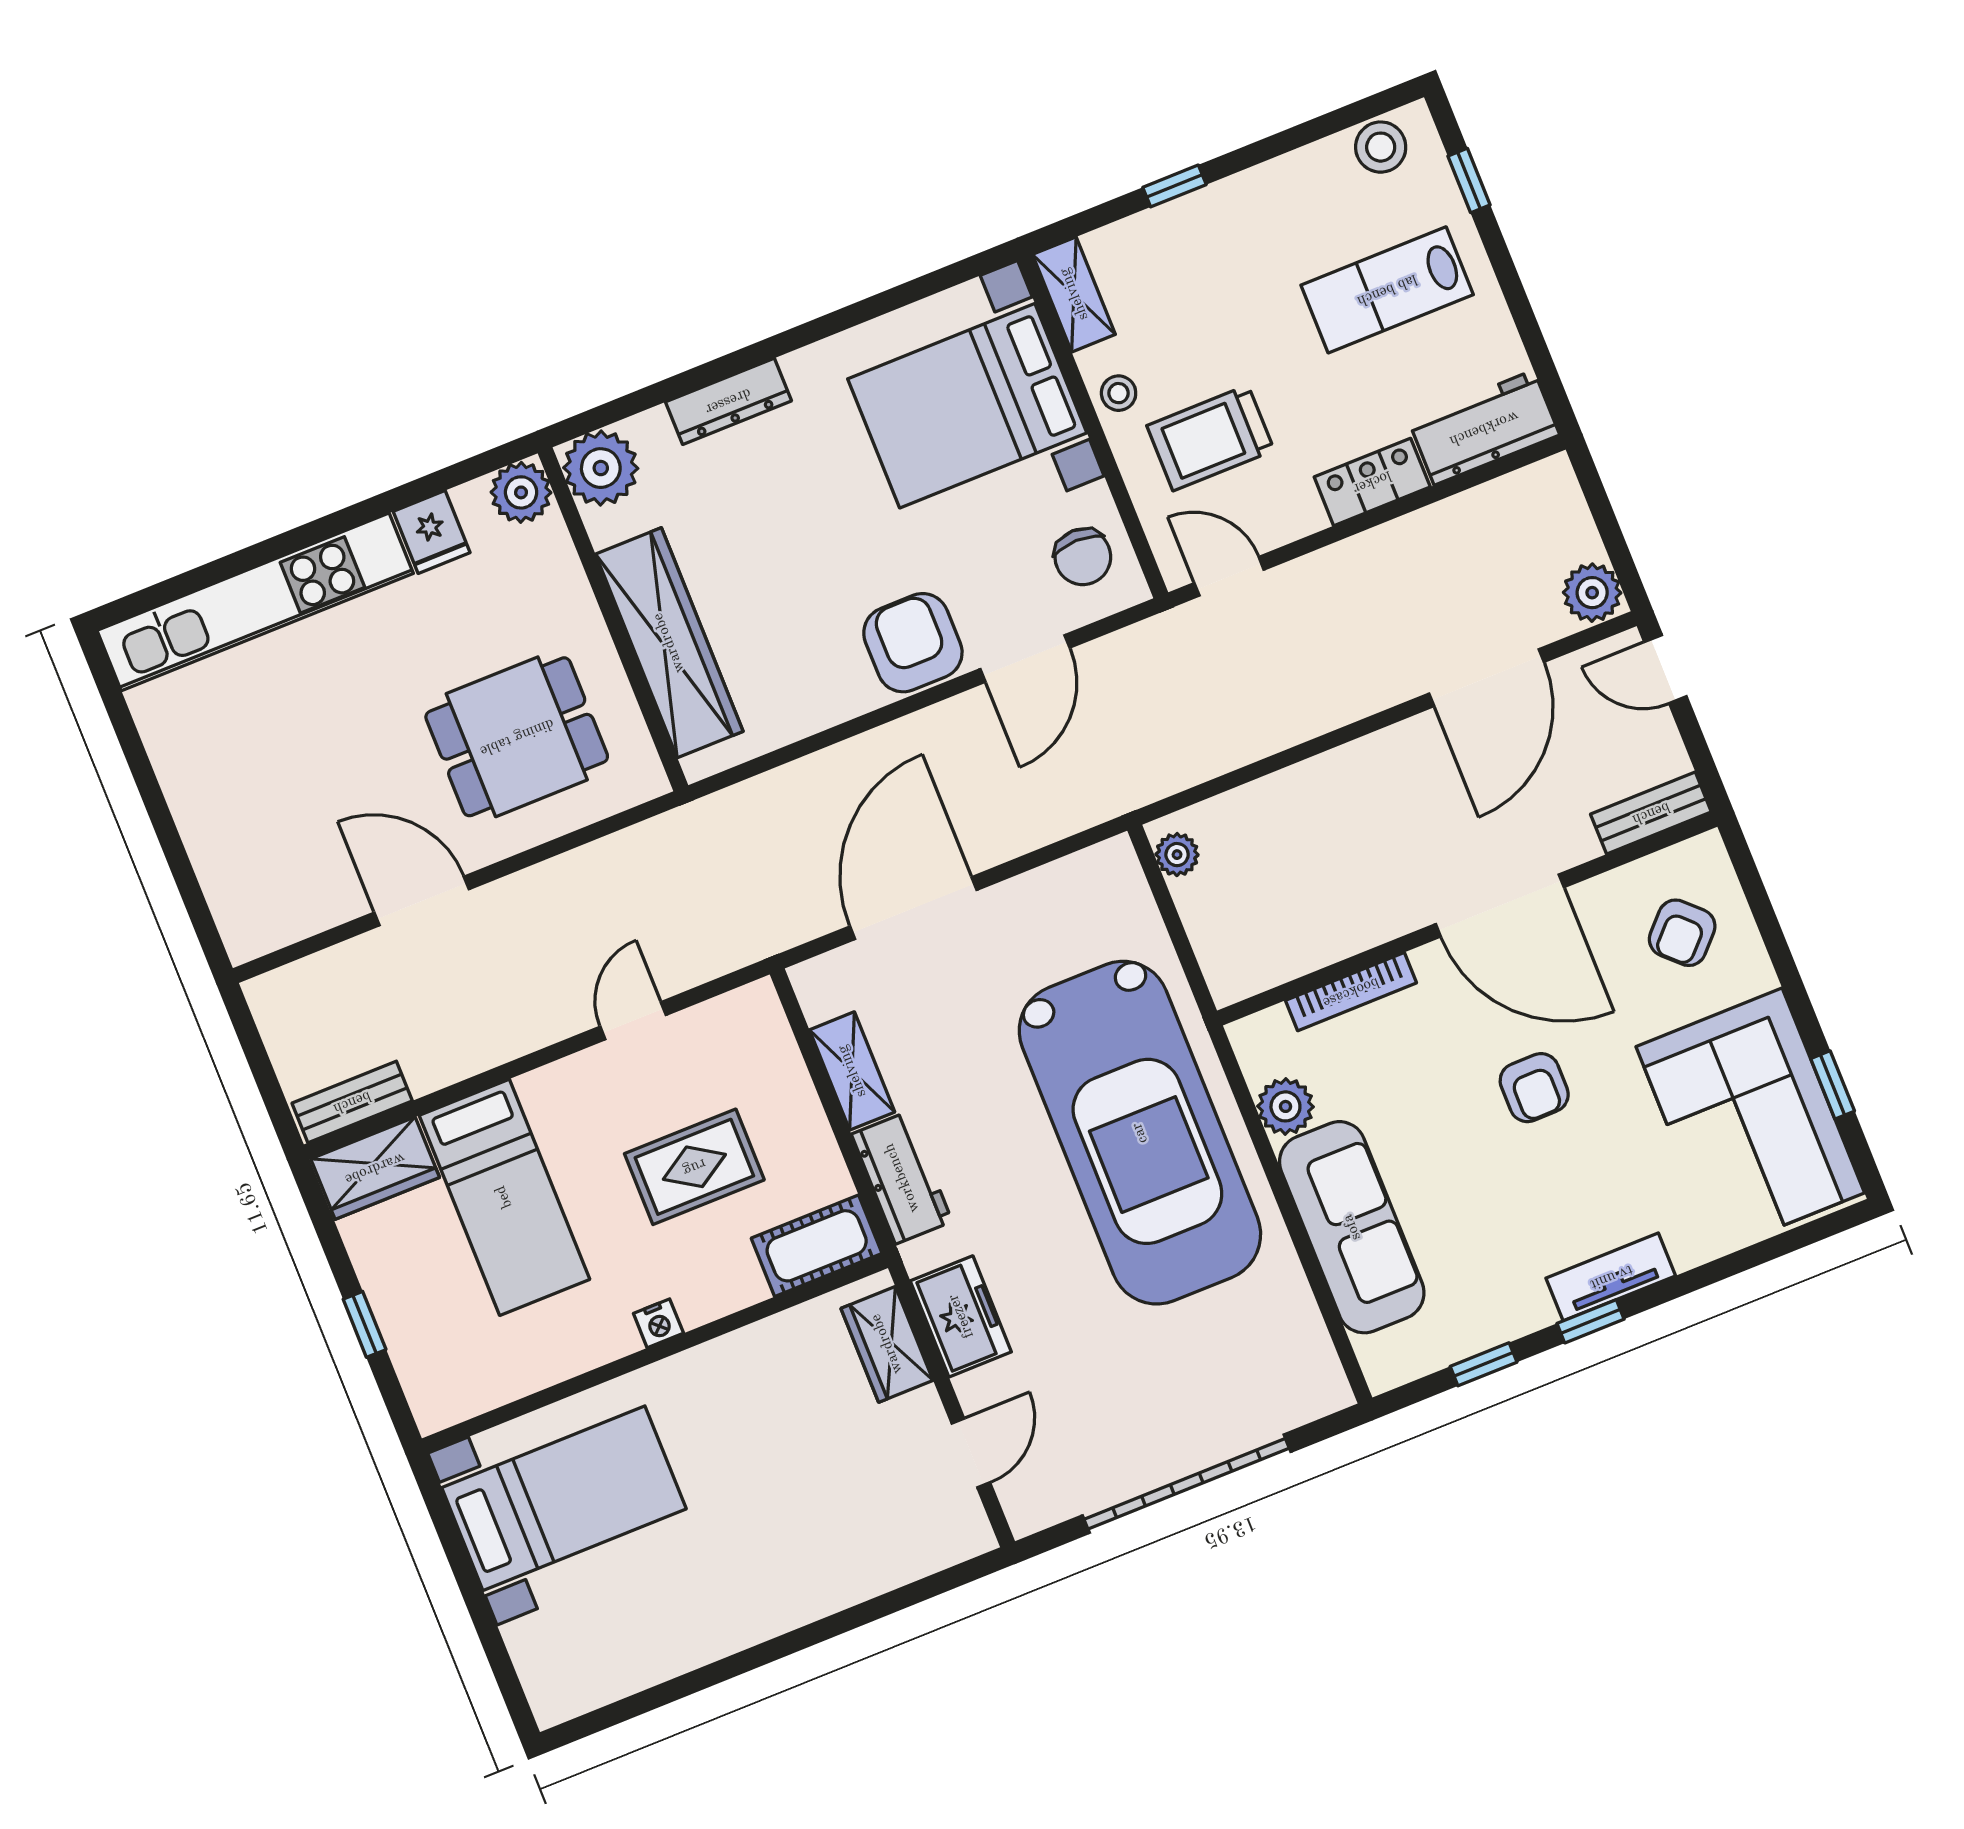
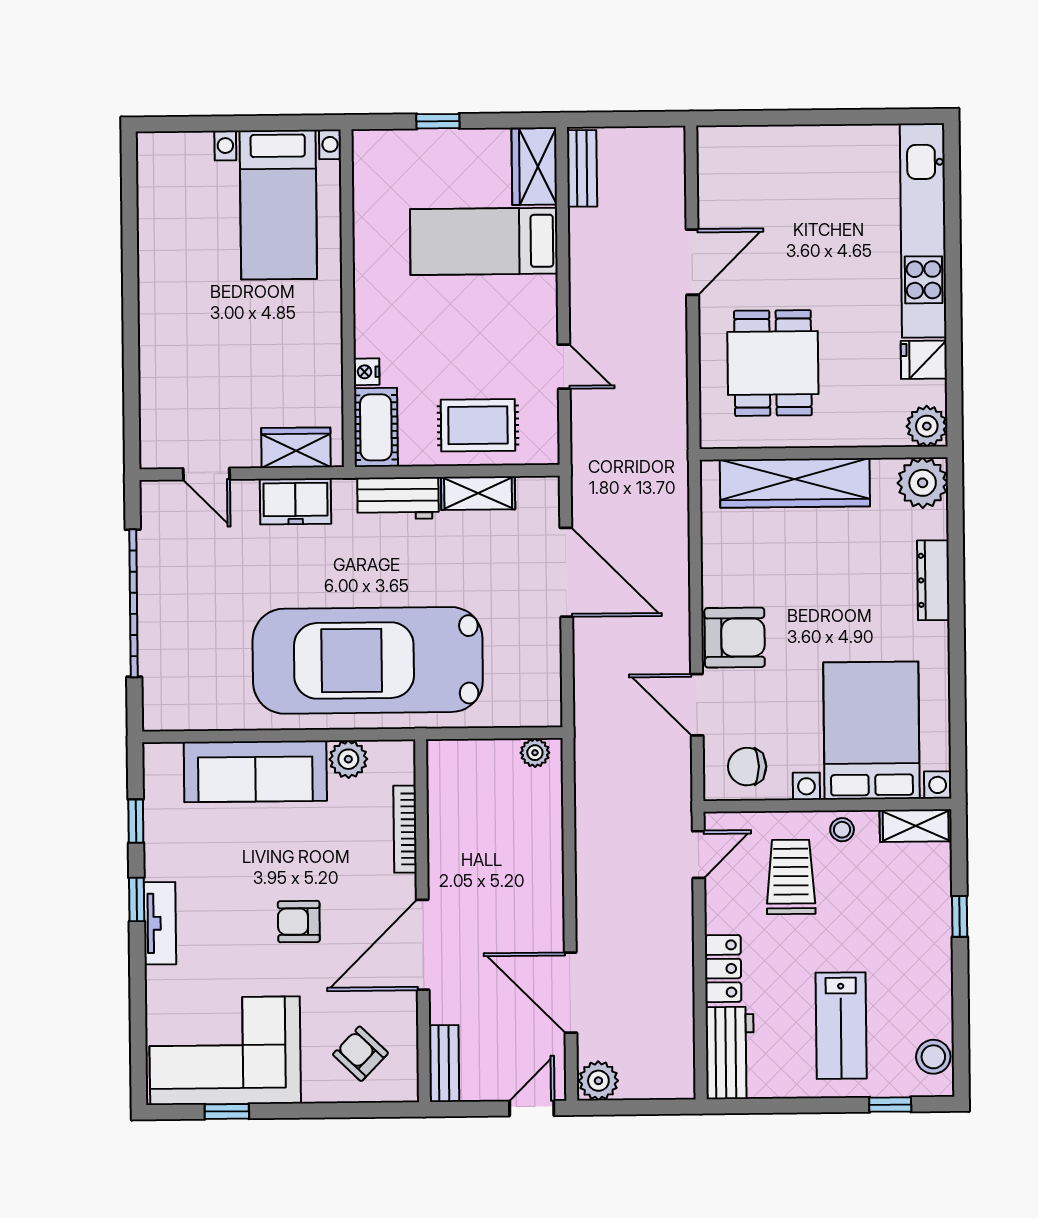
lab bench: (1387, 290) -> (841, 1026), turned 180
rug: (694, 1167) -> (478, 425), moved, turned 90
nightstand: (658, 1323) -> (367, 372), moved

